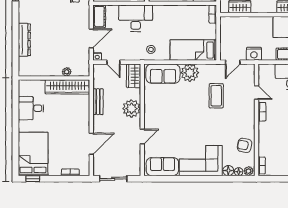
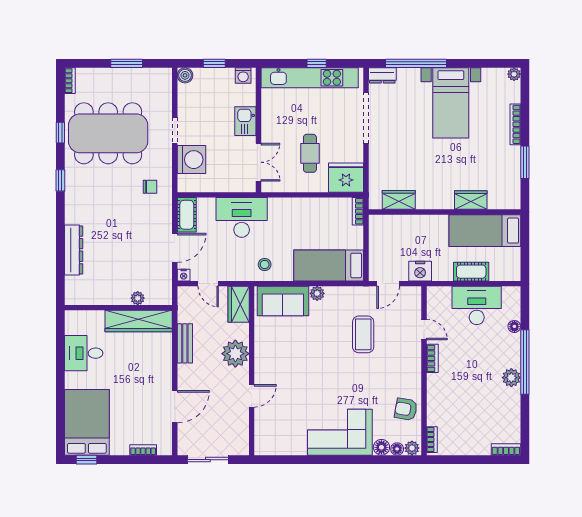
plant: (190, 73) -> (317, 293), width x0.53, depth x0.53
sofa: (162, 167) -> (282, 441), removed

